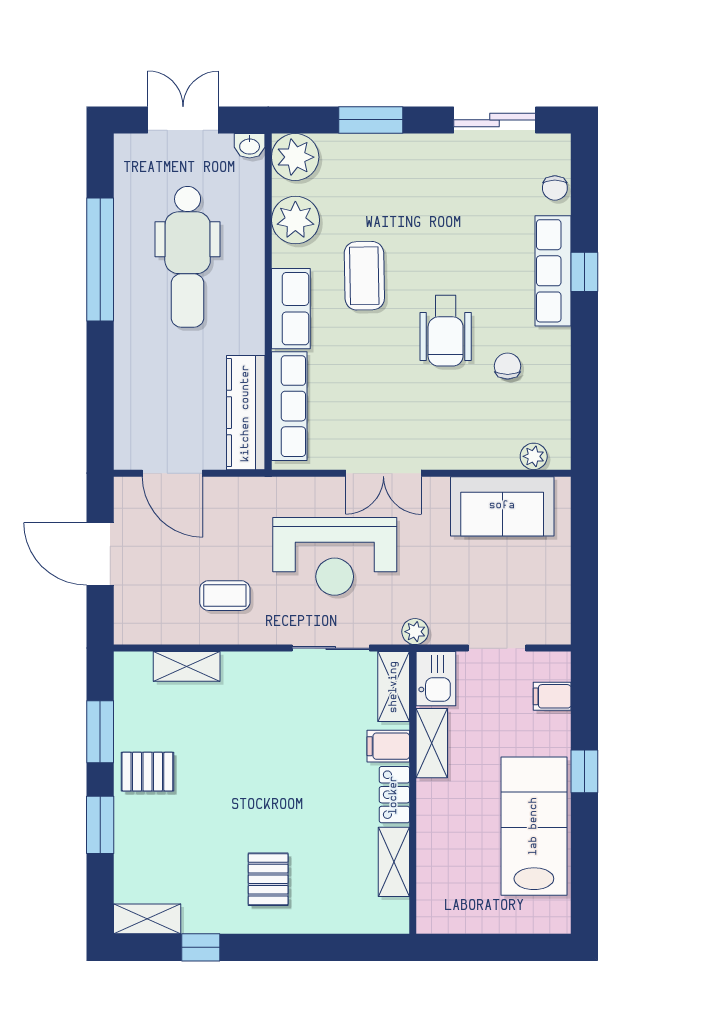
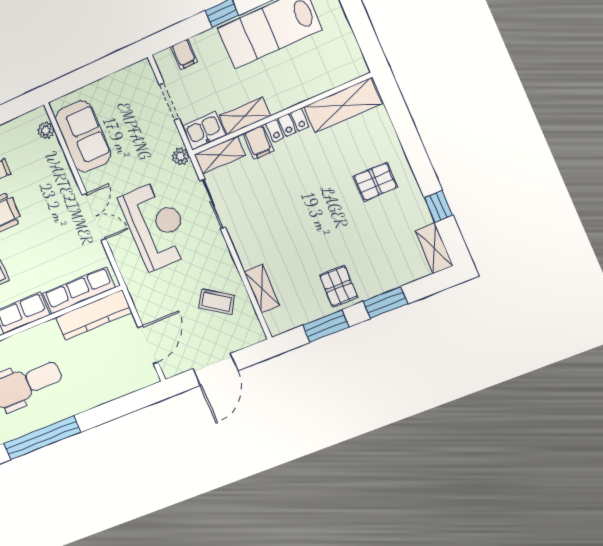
coffee table: (225, 596) -> (217, 302), moved, turned -56
shelving: (394, 862) -> (343, 105), width x1.50, depth x1.33

